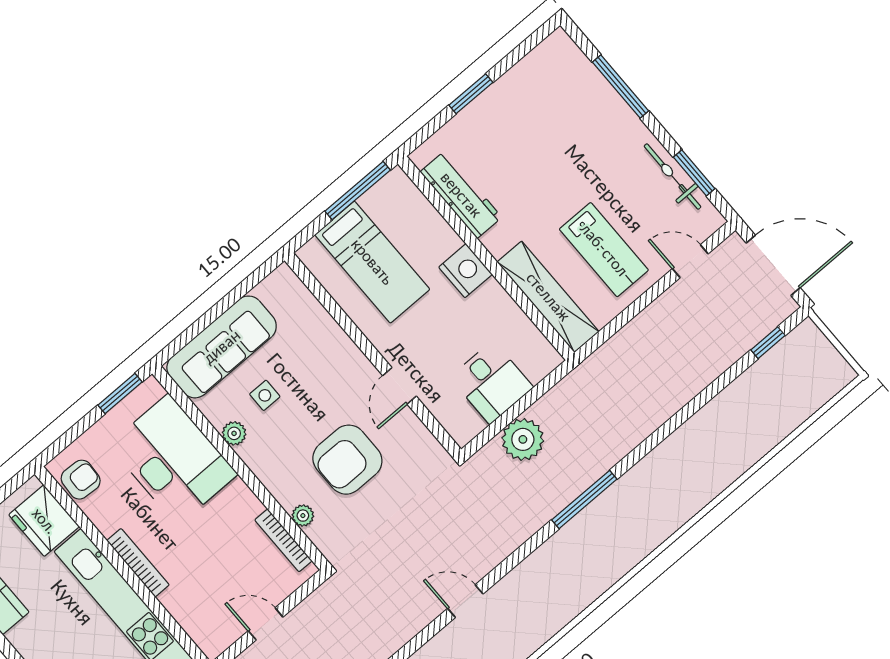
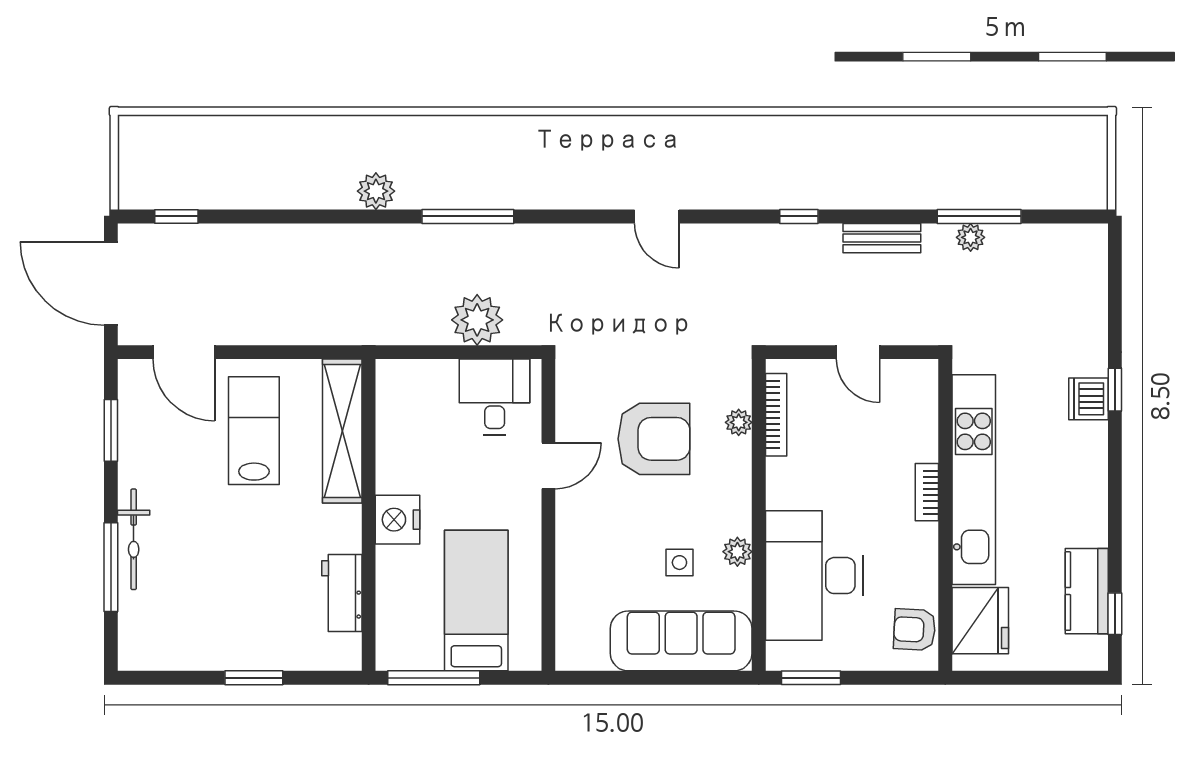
bicycle: (673, 177) -> (134, 539), moved
workbench: (461, 195) -> (342, 593), width x0.73
door: (690, 261) -> (184, 352), width x1.38
desk: (492, 382) -> (495, 397), moved
plant: (656, 466) -> (376, 191), added
bookcase: (138, 563) -> (927, 492), width x0.64

